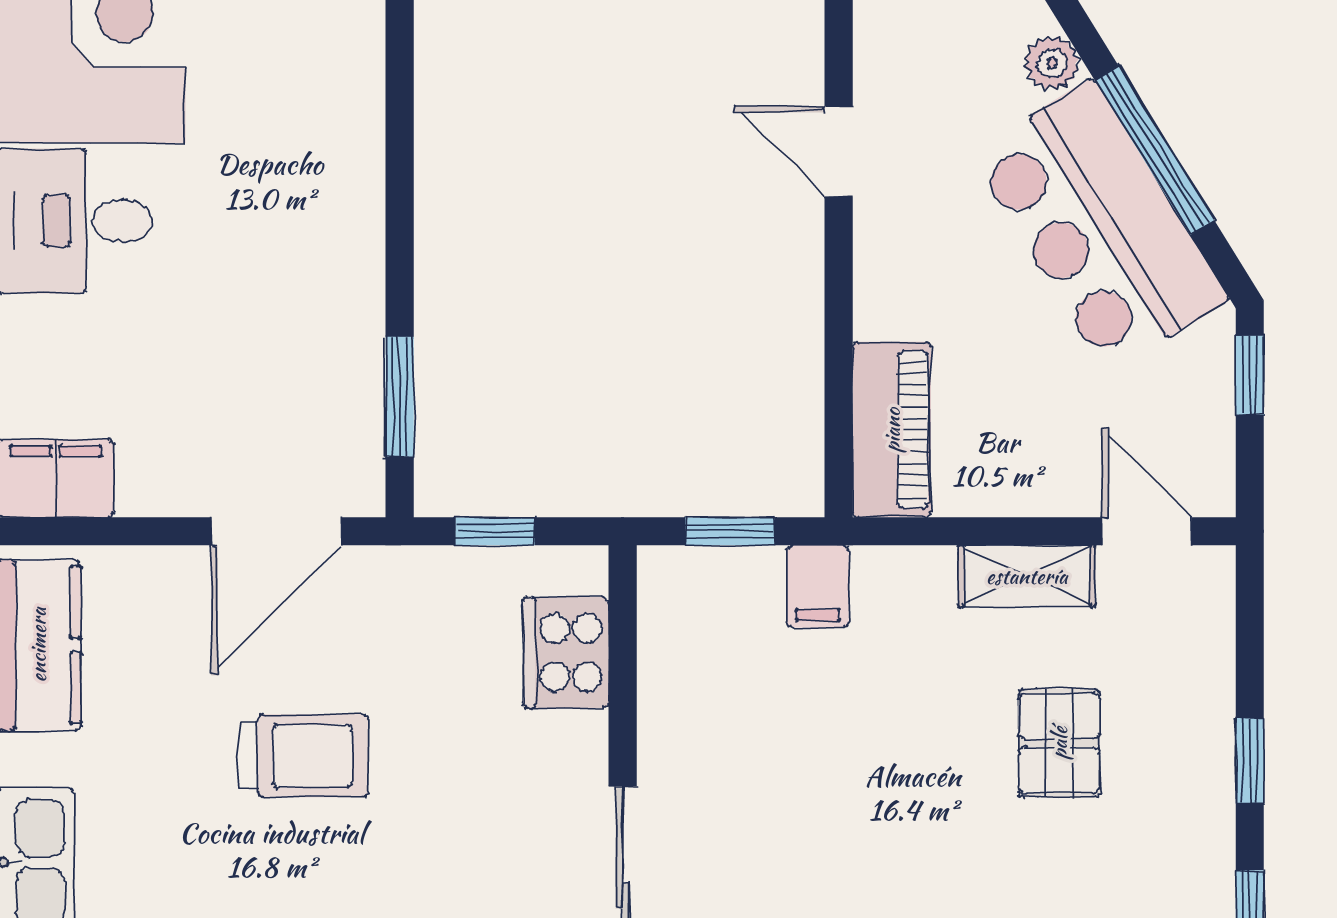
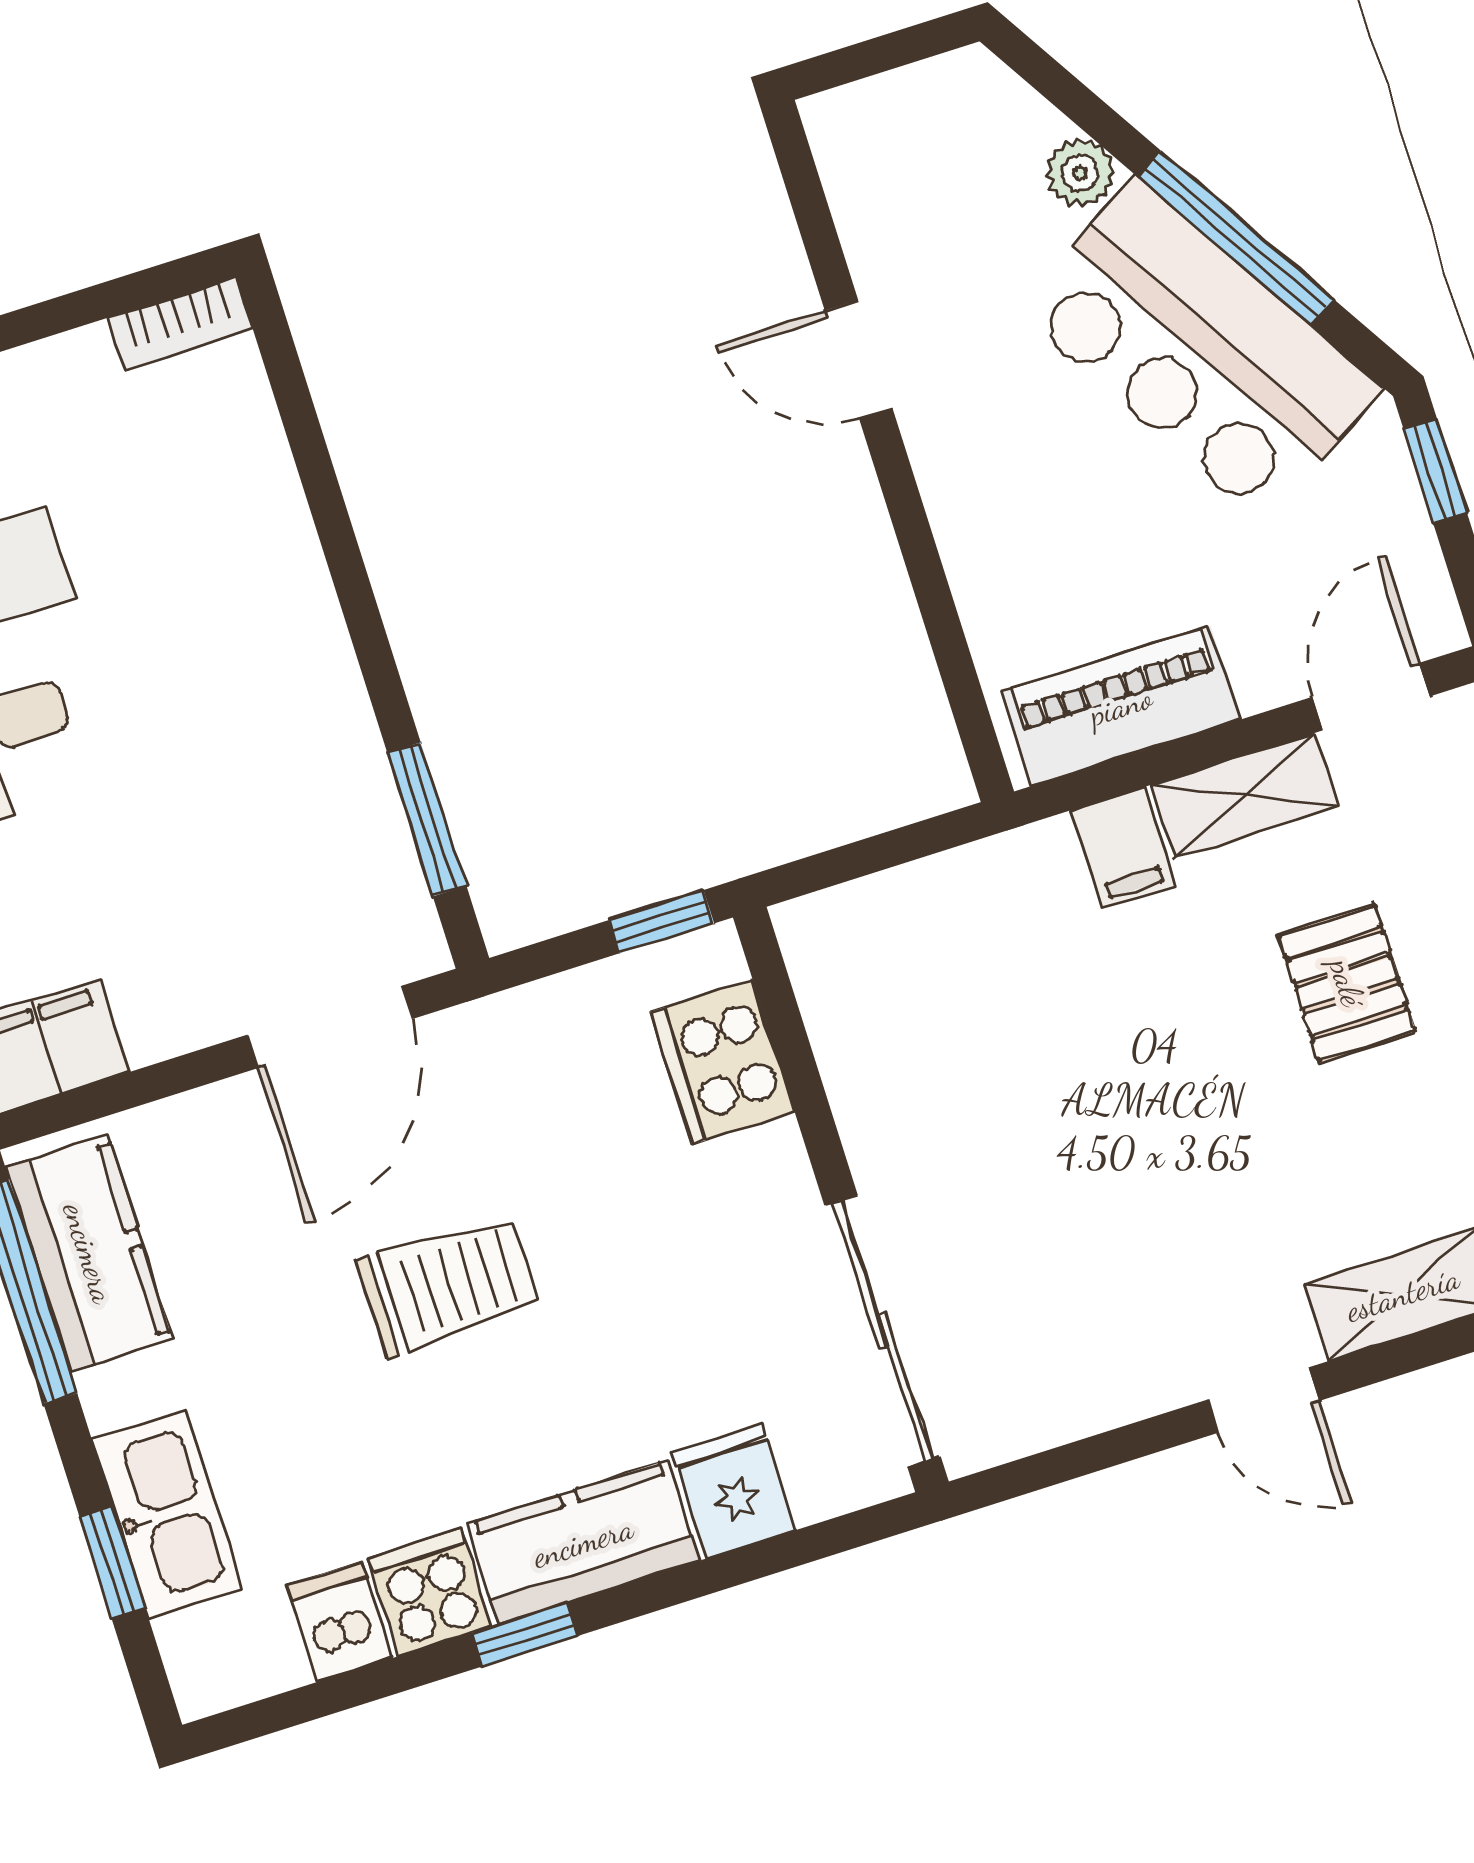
piano: (892, 430) -> (1121, 706), moved, turned -90
window: (495, 531) -> (661, 922), moved
window: (730, 531) -> (873, 855), removed
door: (1147, 531) -> (1371, 697), hinge flipped
filing cabinet: (818, 586) -> (1123, 848), moved

